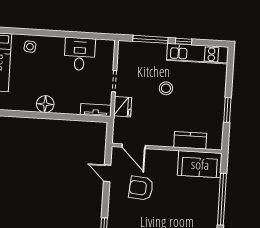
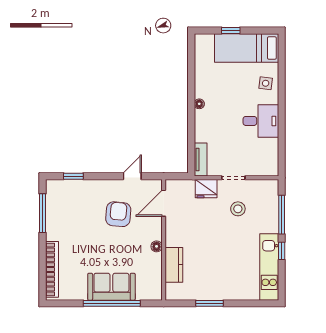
desk: (80, 54) -> (261, 121), moved
stool: (166, 88) -> (238, 209), moved
floor lamp: (45, 104) -> (199, 104), width x0.53, depth x0.53
floor lamp: (172, 155) -> (157, 246), added
sofa: (200, 164) -> (111, 287), moved, turned 90

